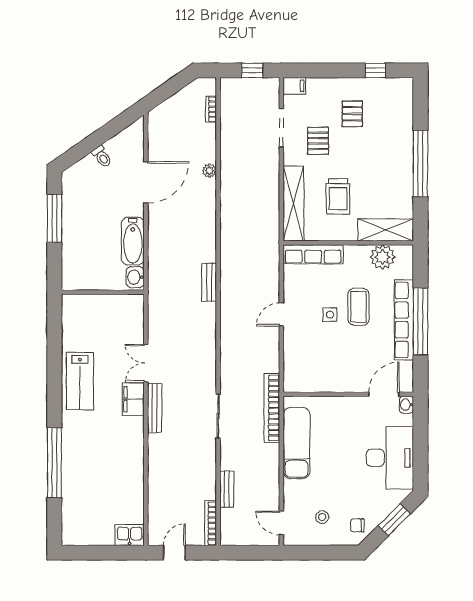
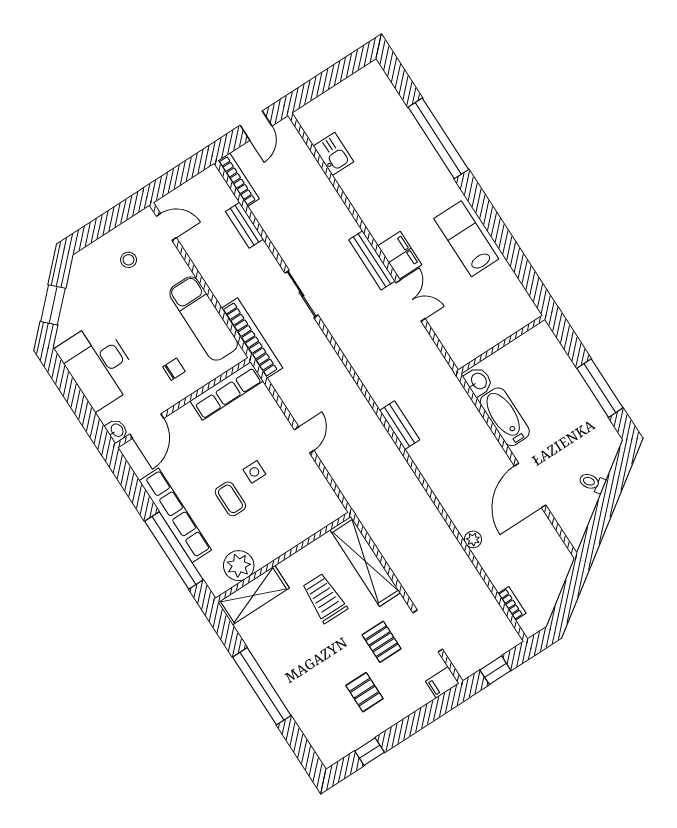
row of seats: (313, 254) -> (227, 391), moved, turned 180
coffee table: (359, 307) -> (230, 499), width x0.73, depth x0.77
window: (420, 321) -> (174, 550), moved
chair: (357, 525) -> (174, 369), moved
kitchen sink: (130, 535) -> (333, 154), moved, turned -90

